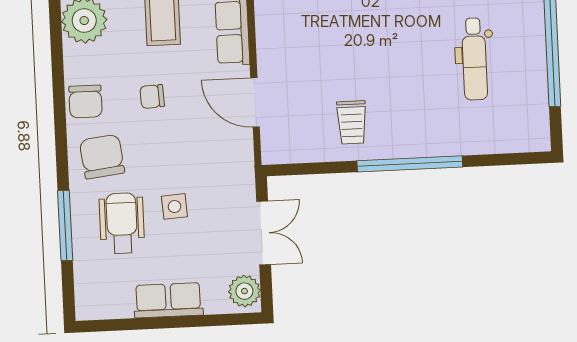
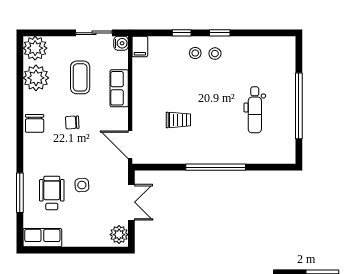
door: (255, 102) -> (130, 145), moved
trolley: (352, 122) -> (178, 120), moved, turned -90
chair: (102, 157) -> (42, 155), removed
row of seats: (168, 300) -> (42, 238), moved

